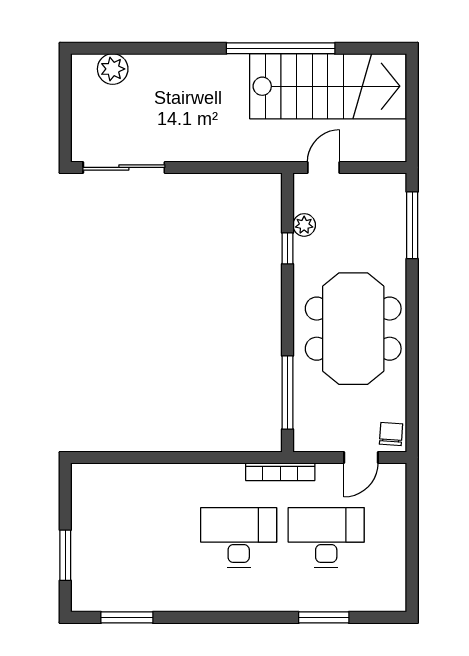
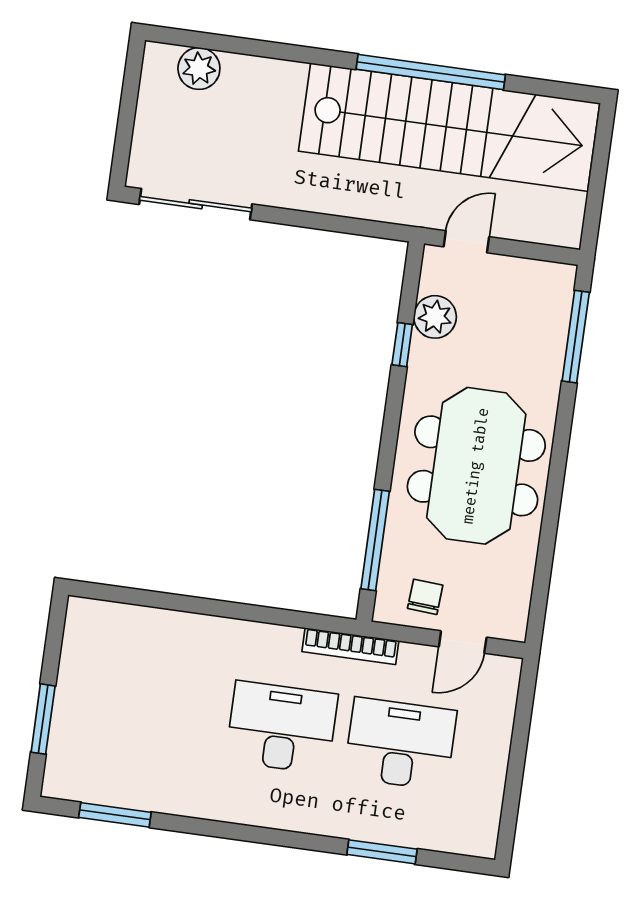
stairs: (328, 86) -> (449, 127), width x1.36
plant: (304, 225) -> (435, 317), width x1.38, depth x1.38
chair: (391, 434) -> (425, 597), moved

